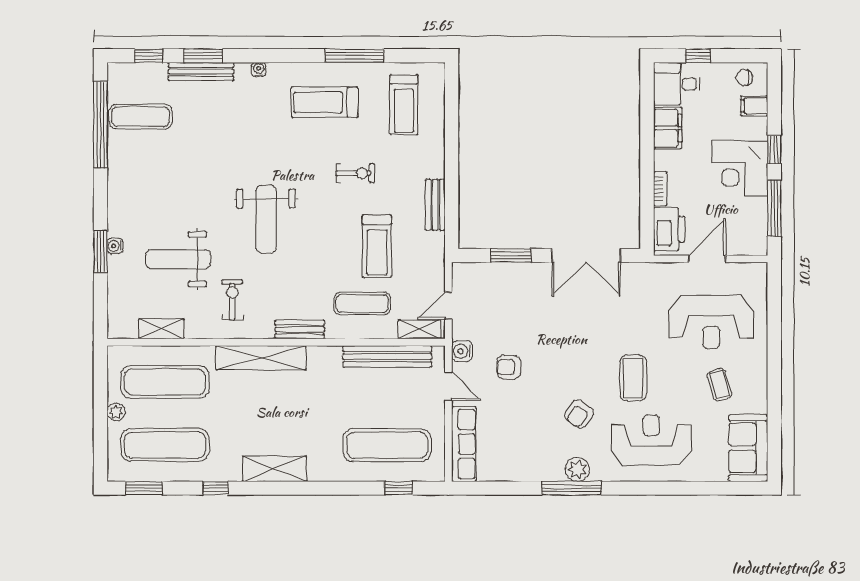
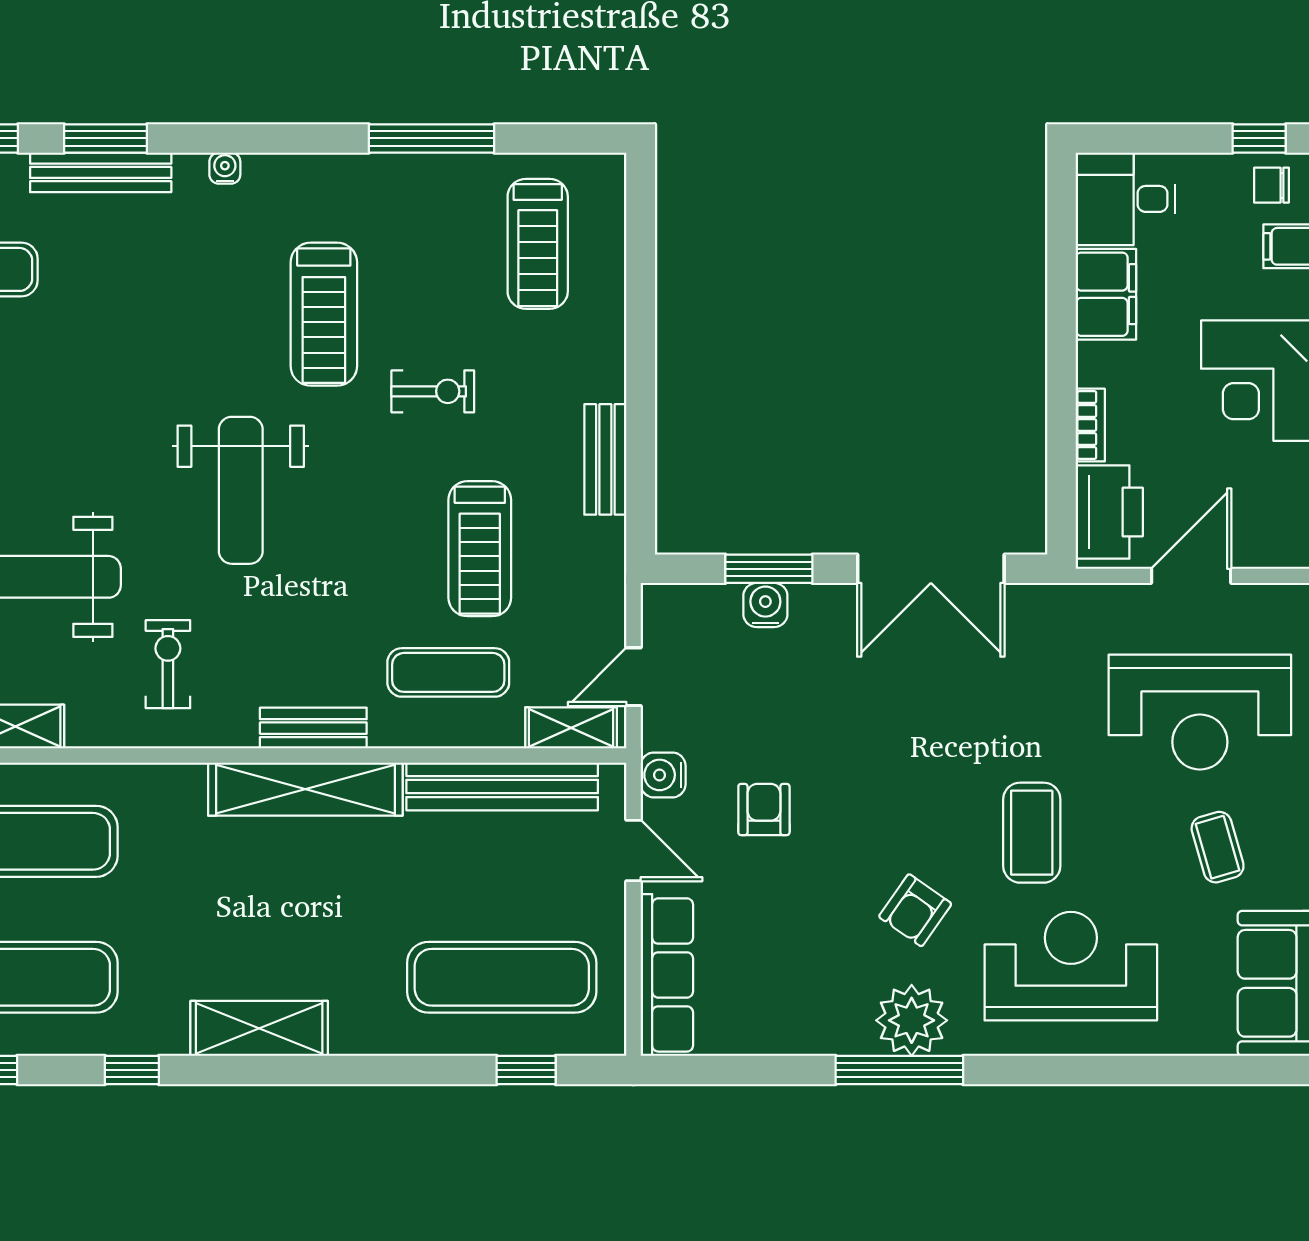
window: (698, 56) -> (1259, 138), moved
treadmill: (325, 102) -> (324, 314), moved, turned -90
water cooler: (510, 272) -> (765, 605), added
shelving: (261, 358) -> (305, 789), moved
armchair: (509, 367) -> (764, 809), turned 90
plant: (577, 469) -> (912, 1020), width x1.36, depth x1.36

